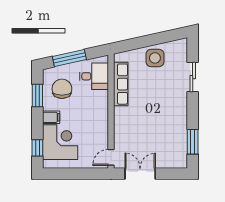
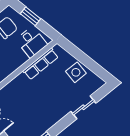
window: (69, 58) -> (30, 16), width x0.69

